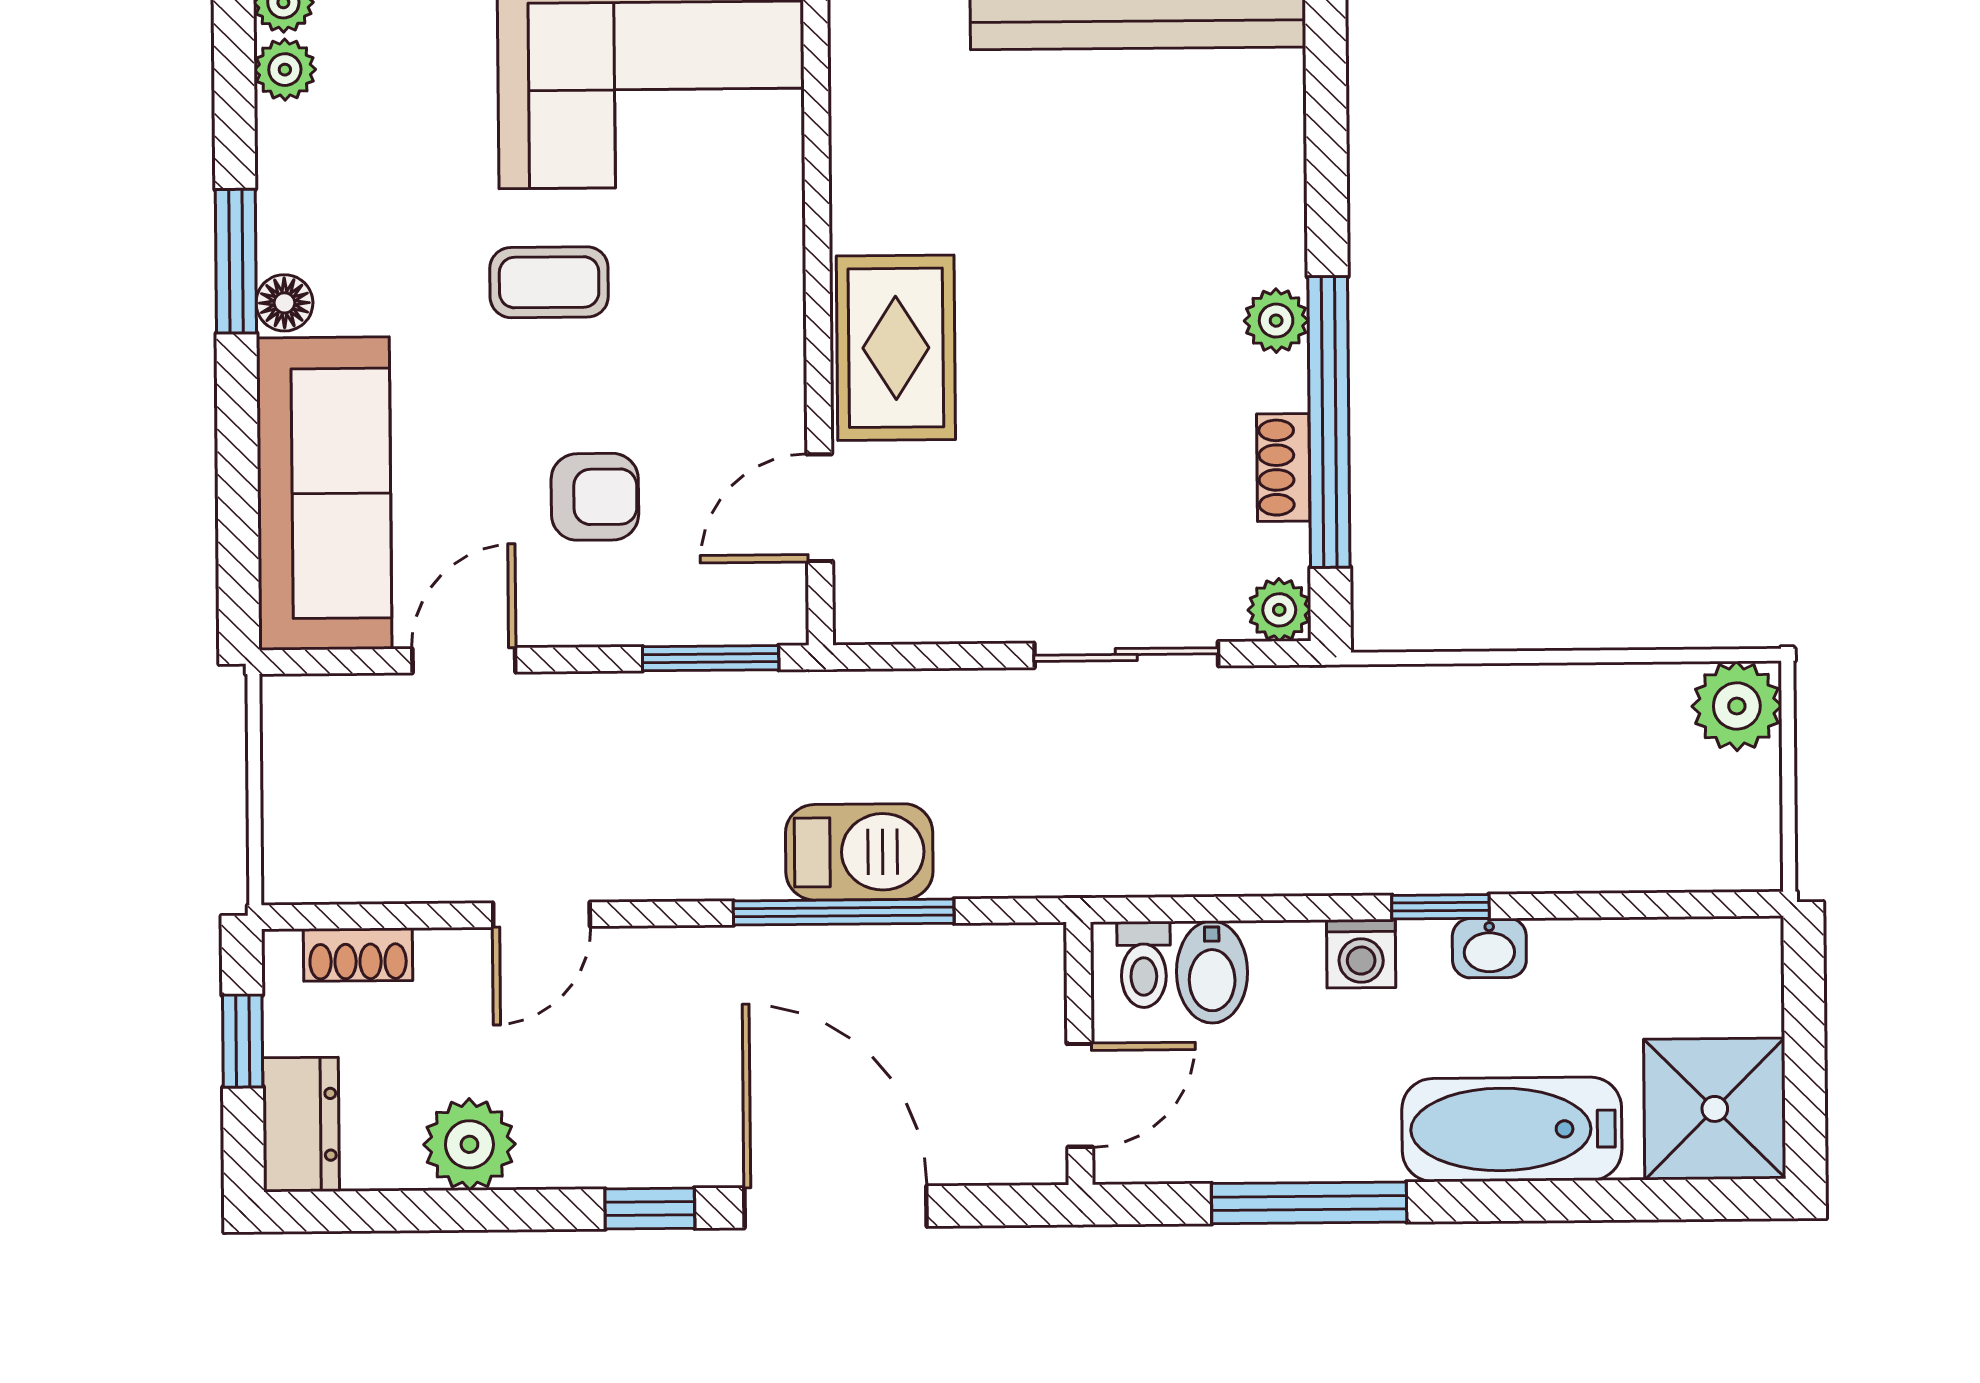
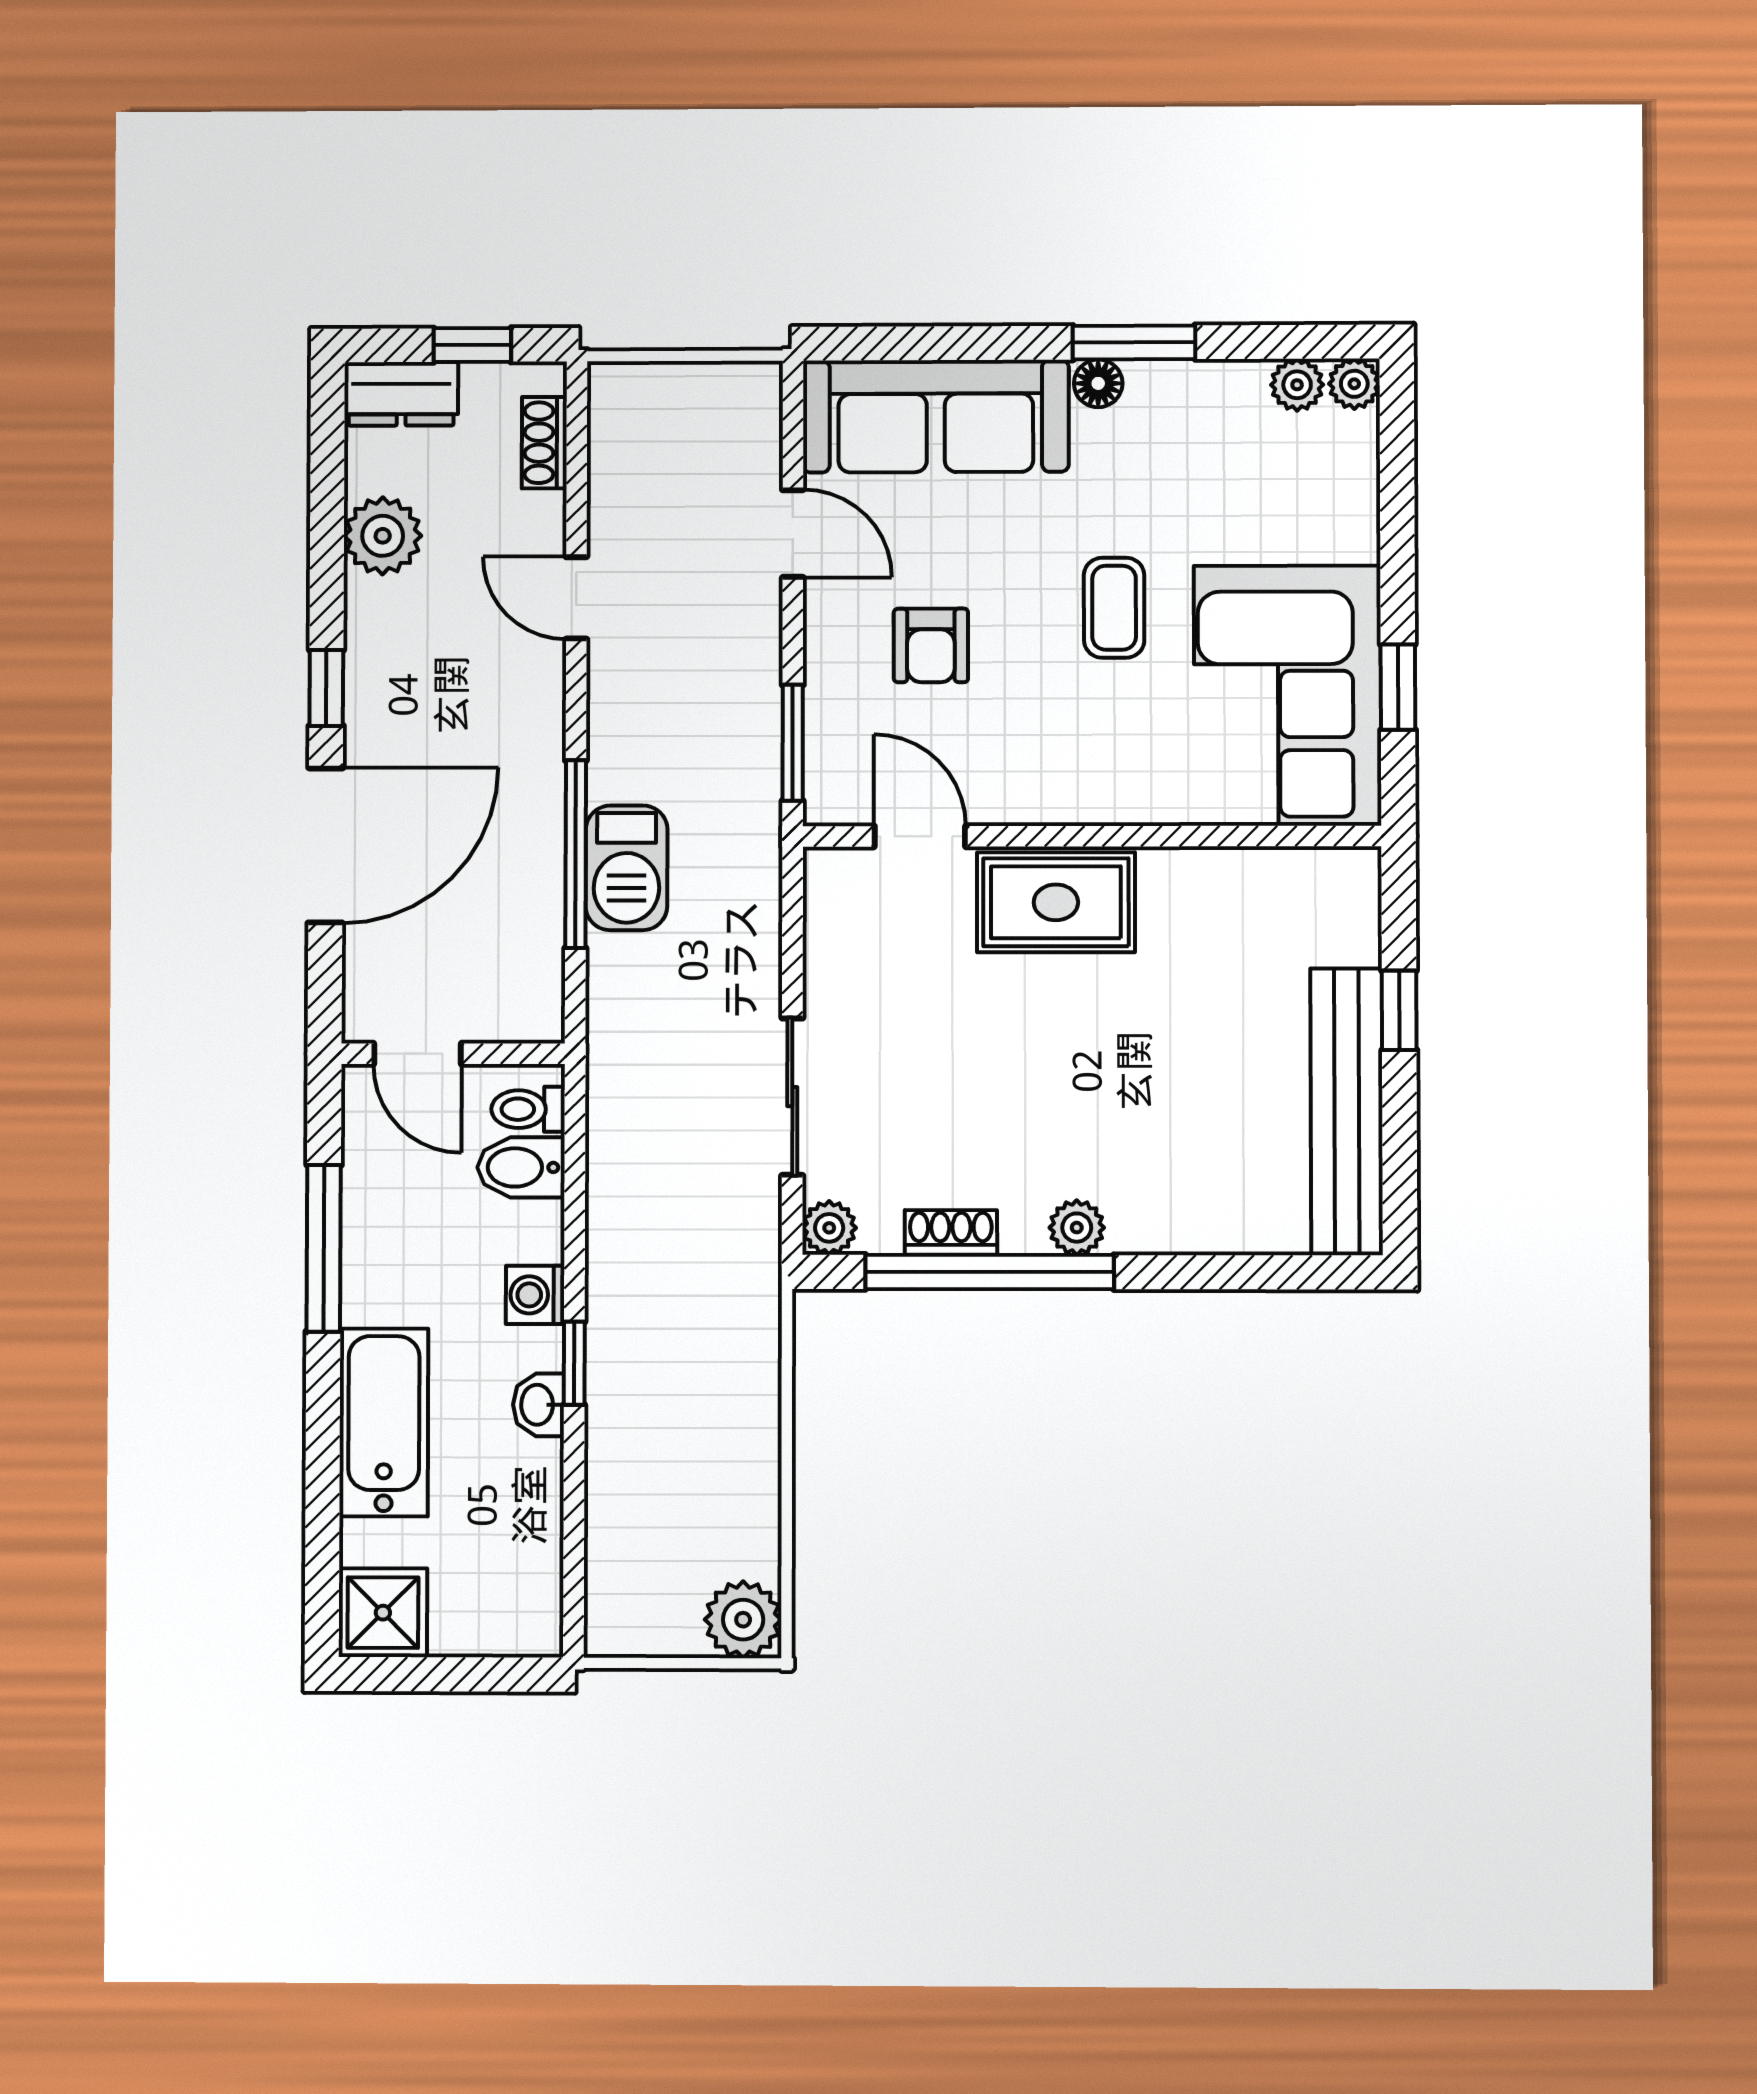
shower: (1715, 1109) -> (383, 1613), width x0.73, depth x0.73

